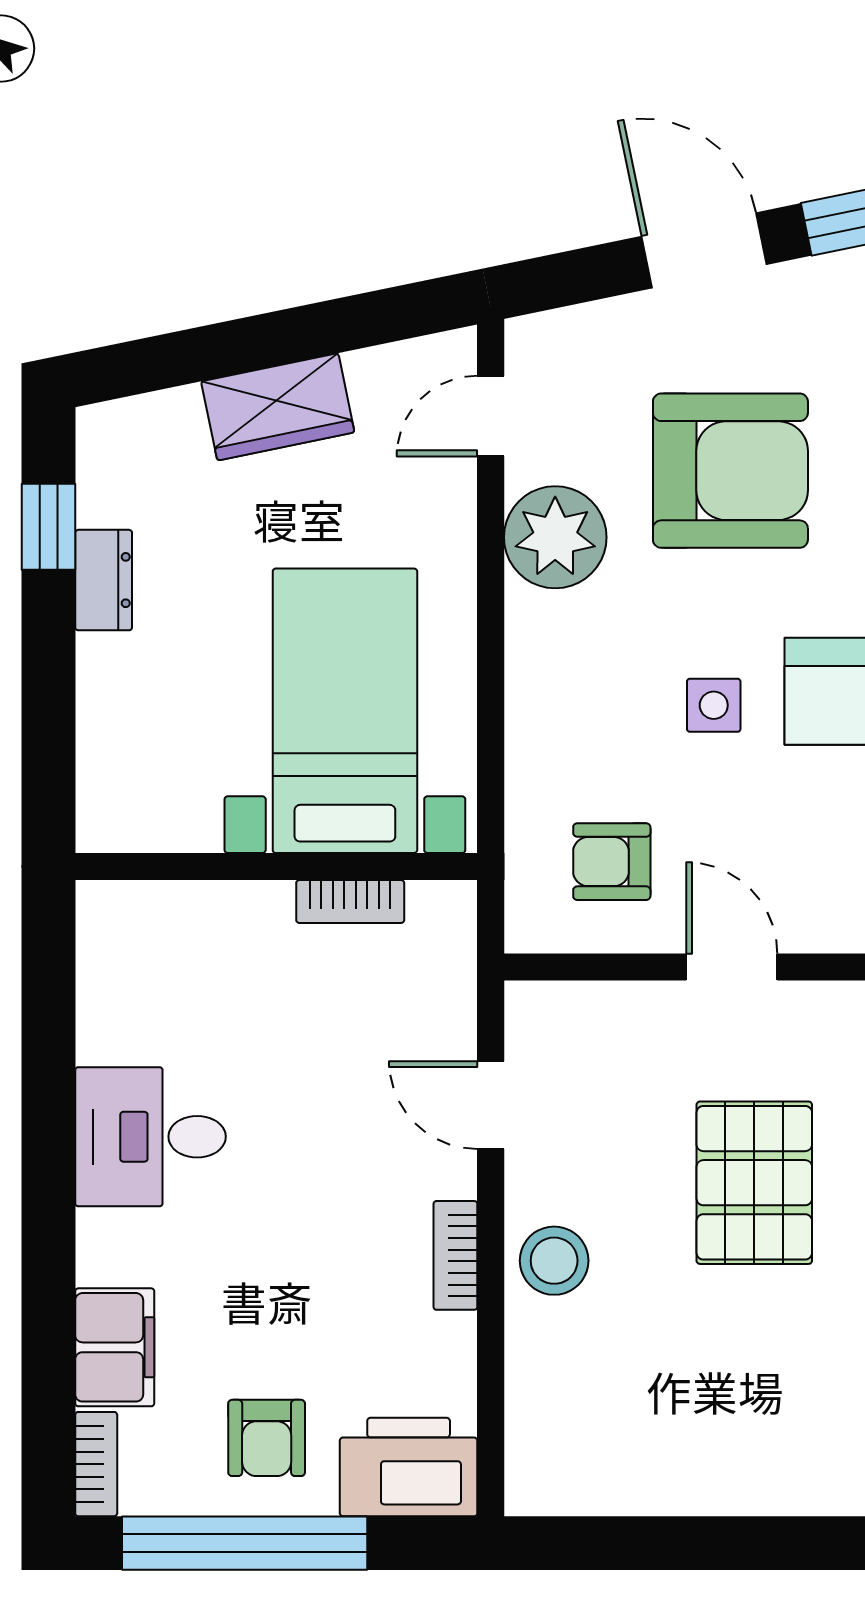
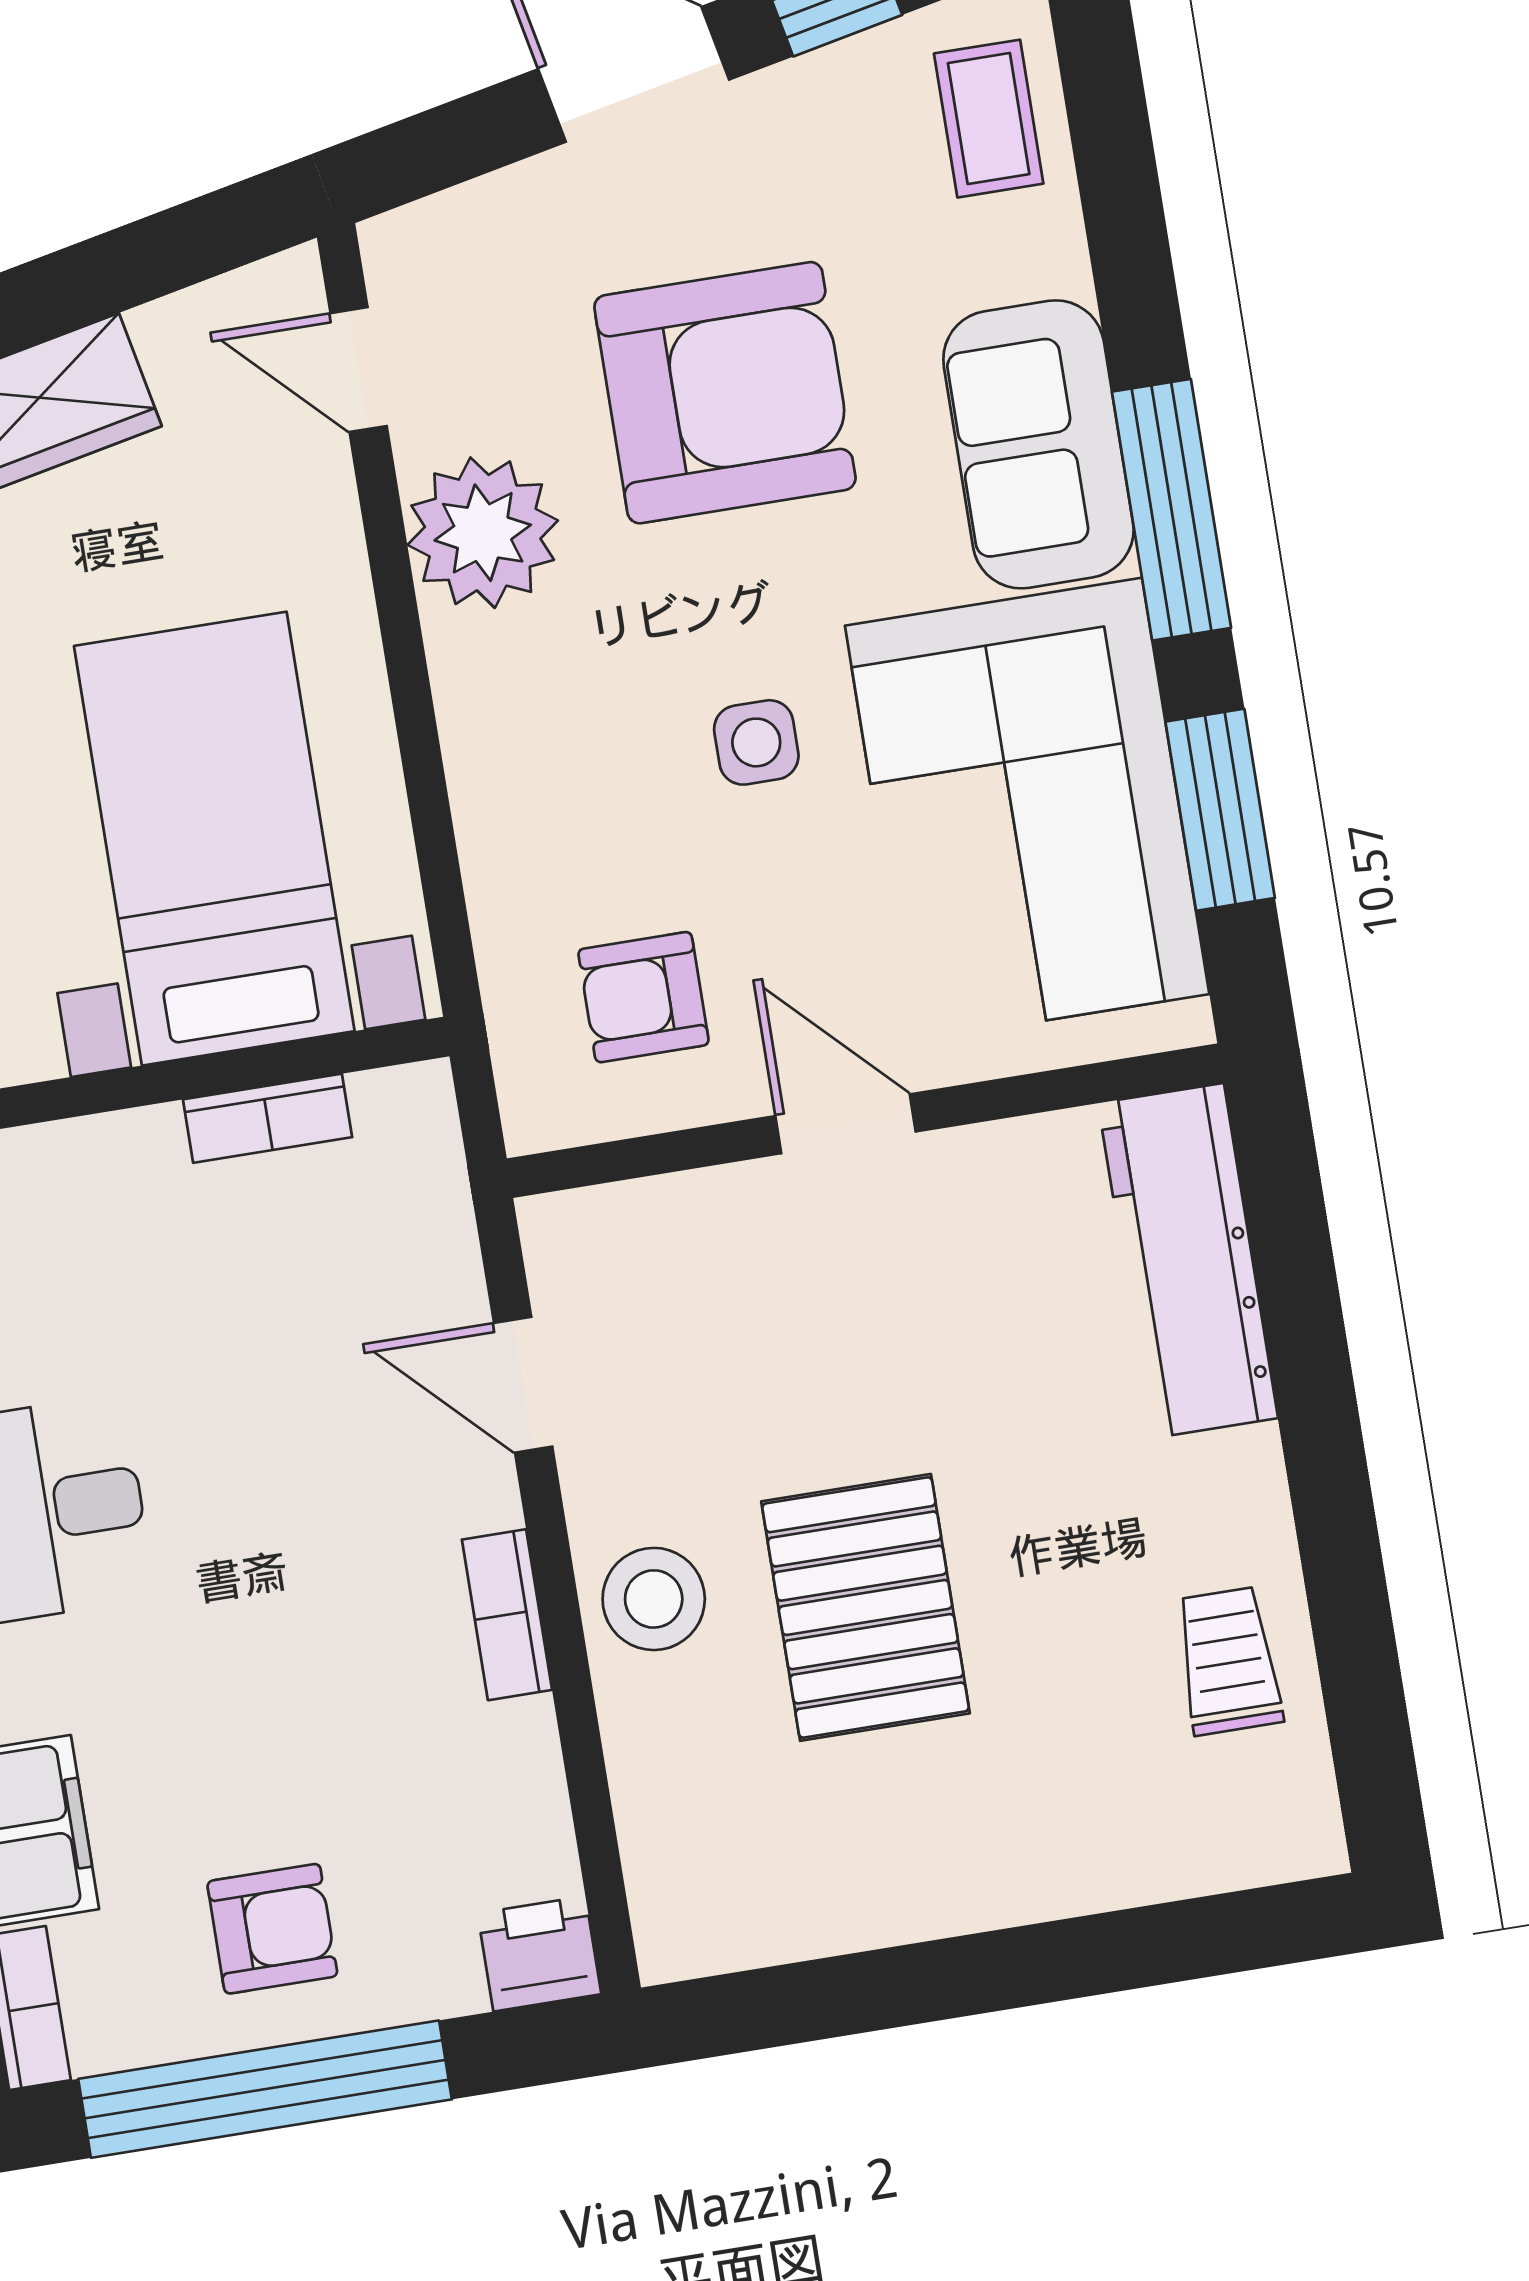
door: (491, 416) -> (359, 370), hinge flipped
pallet: (754, 1183) -> (865, 1607), moved
armchair: (267, 1438) -> (272, 1929), turned -90
printer: (409, 1467) -> (539, 1954), width x0.53, depth x0.68

